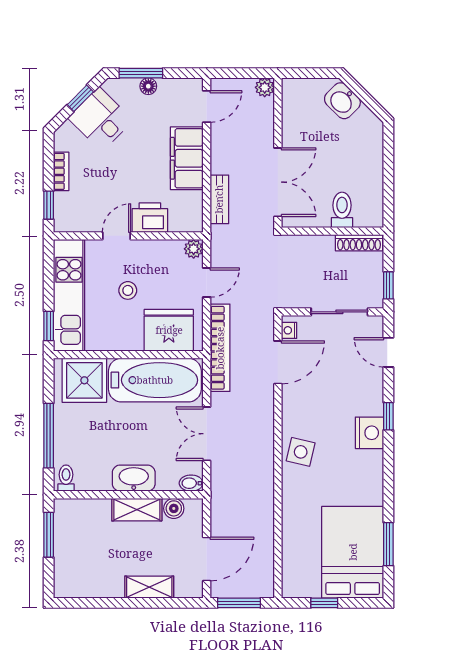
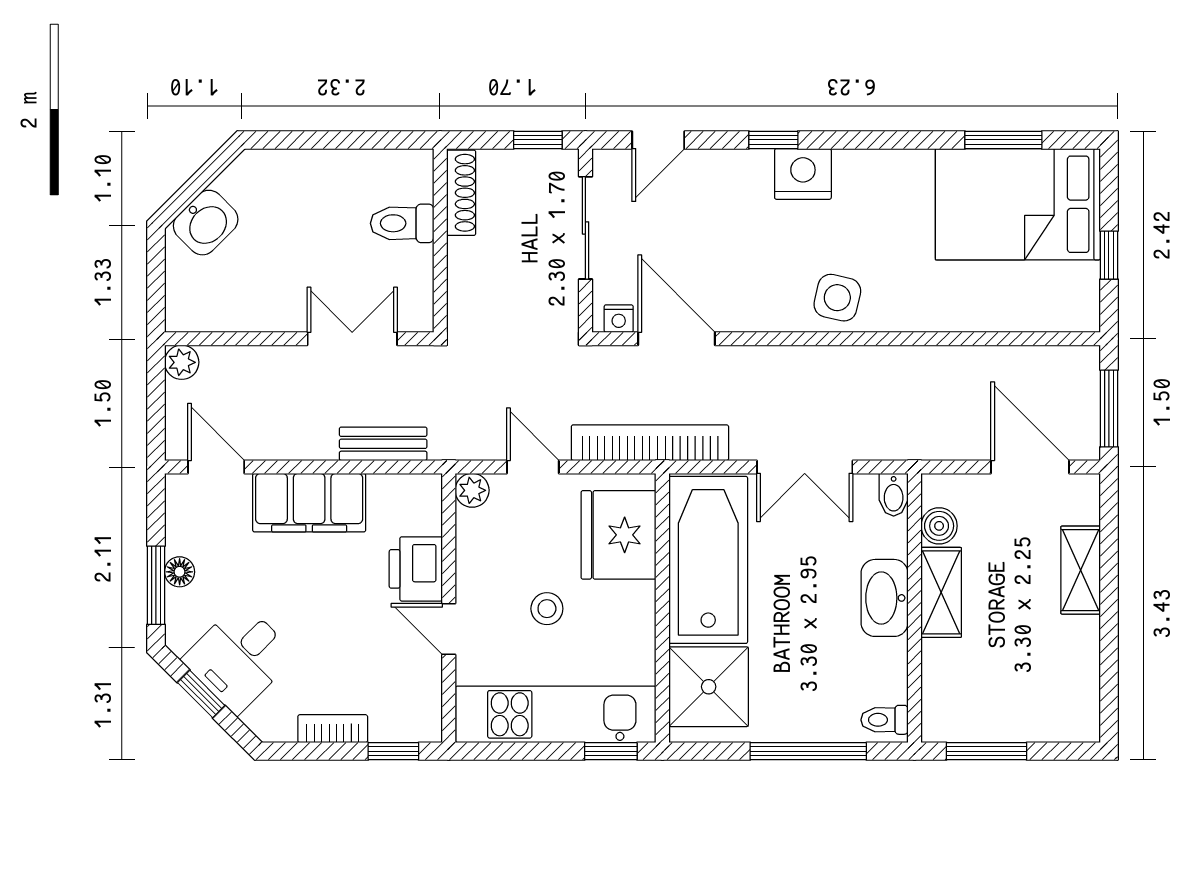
double door: (278, 182) -> (352, 339), width x0.73

